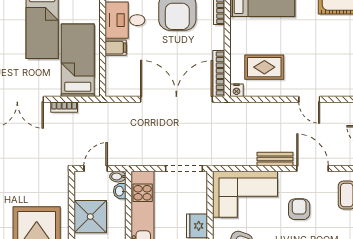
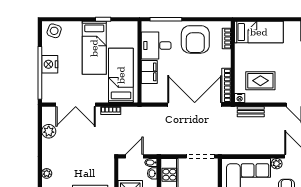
filing cabinet: (116, 48) -> (149, 72), width x2.00
bench: (275, 159) -> (251, 112), moved
plant: (286, 178) -> (277, 164), added

